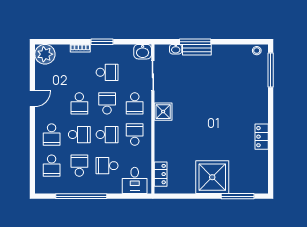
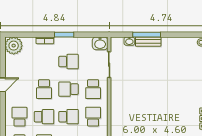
school desk: (107, 103) -> (69, 89), turned -90
shower: (163, 112) -> (118, 96), removed
school desk: (52, 135) -> (19, 117), turned 180

